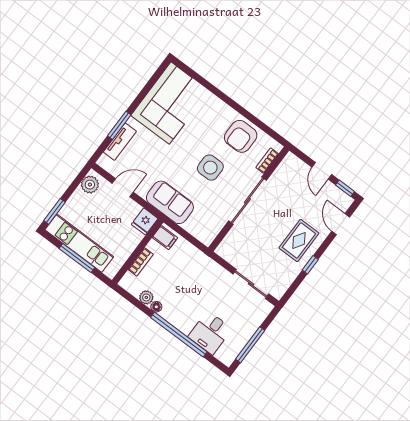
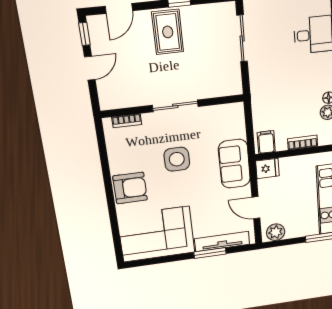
armchair: (241, 136) -> (130, 188), moved
tv unit: (120, 142) -> (222, 241), width x1.41
sliding door: (247, 201) -> (175, 106), width x0.73
rug: (299, 241) -> (168, 32), turned 90

